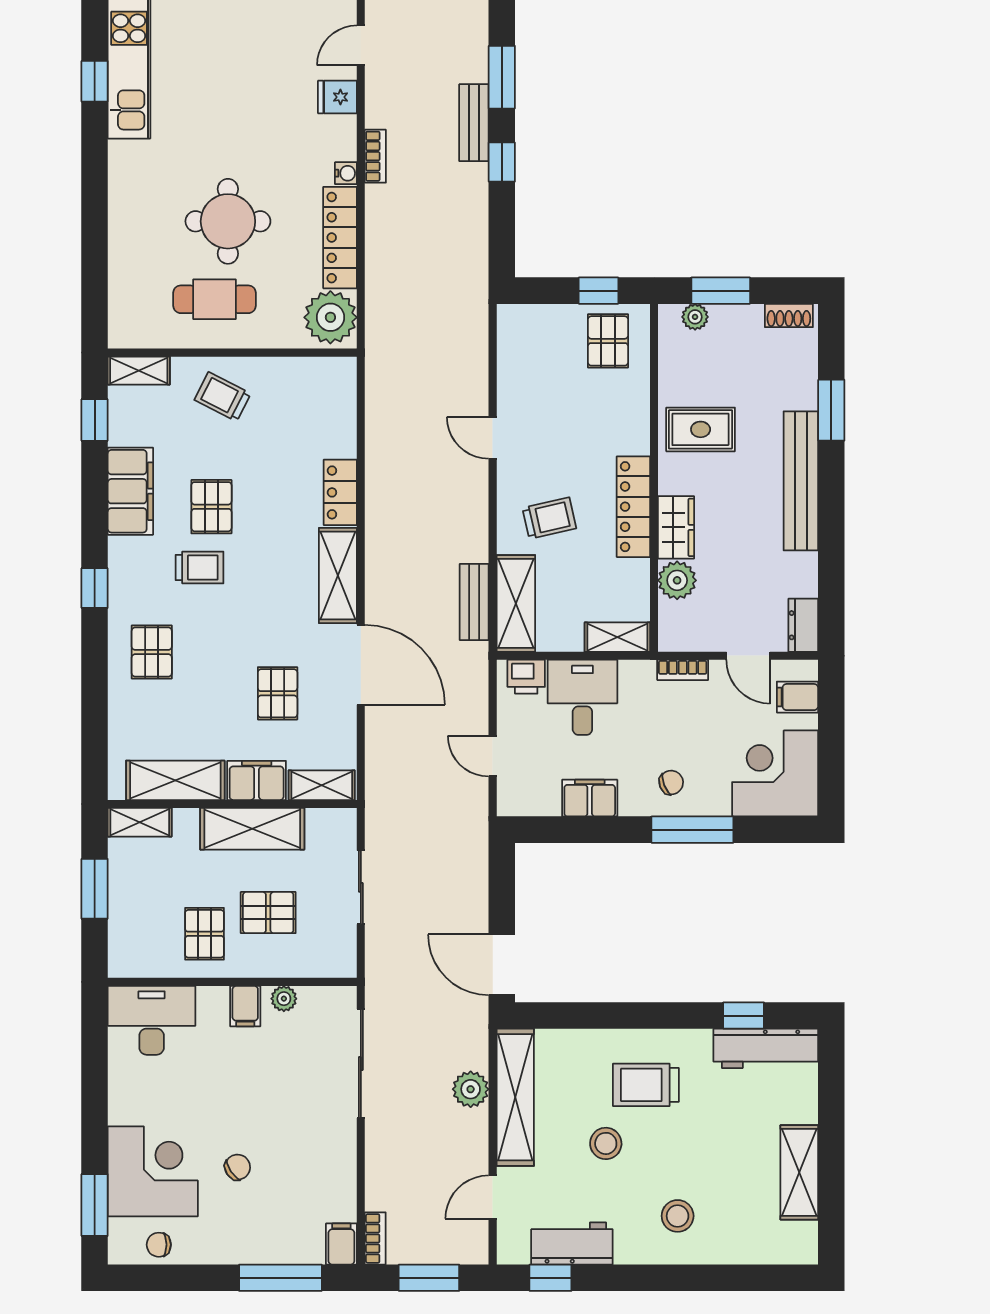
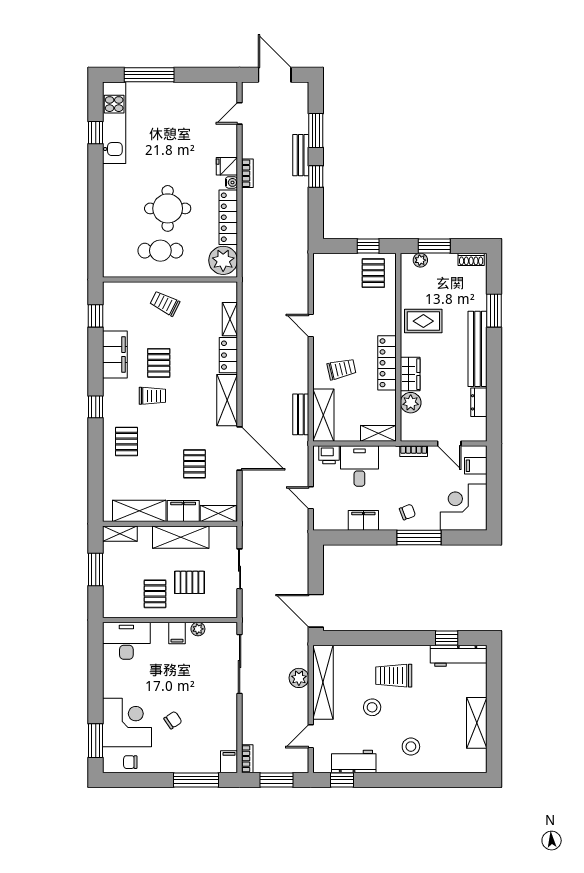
fridge: (337, 97) -> (227, 166), moved
shelving: (139, 371) -> (230, 319), moved, turned 90
dresser: (803, 625) -> (479, 402), moved

